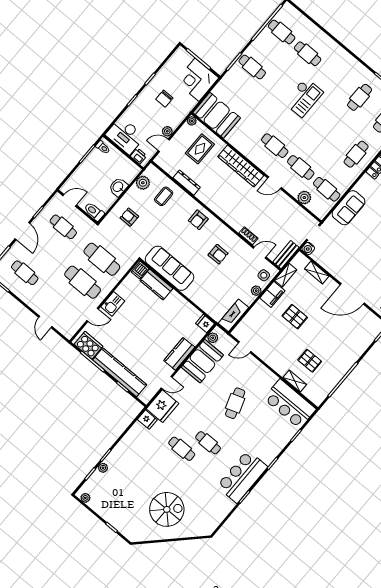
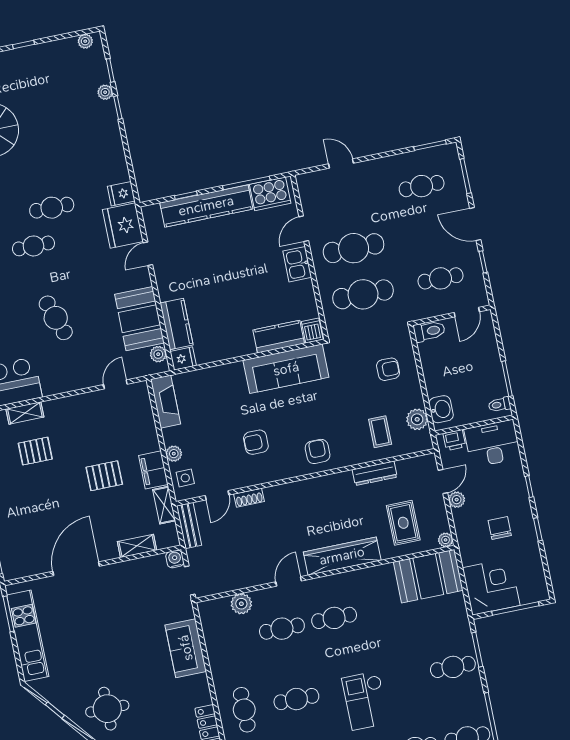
washbasin: (118, 187) -> (441, 409), moved
cafe table: (327, 189) -> (296, 699), moved
kitchen counter: (179, 354) -> (176, 324), moved

